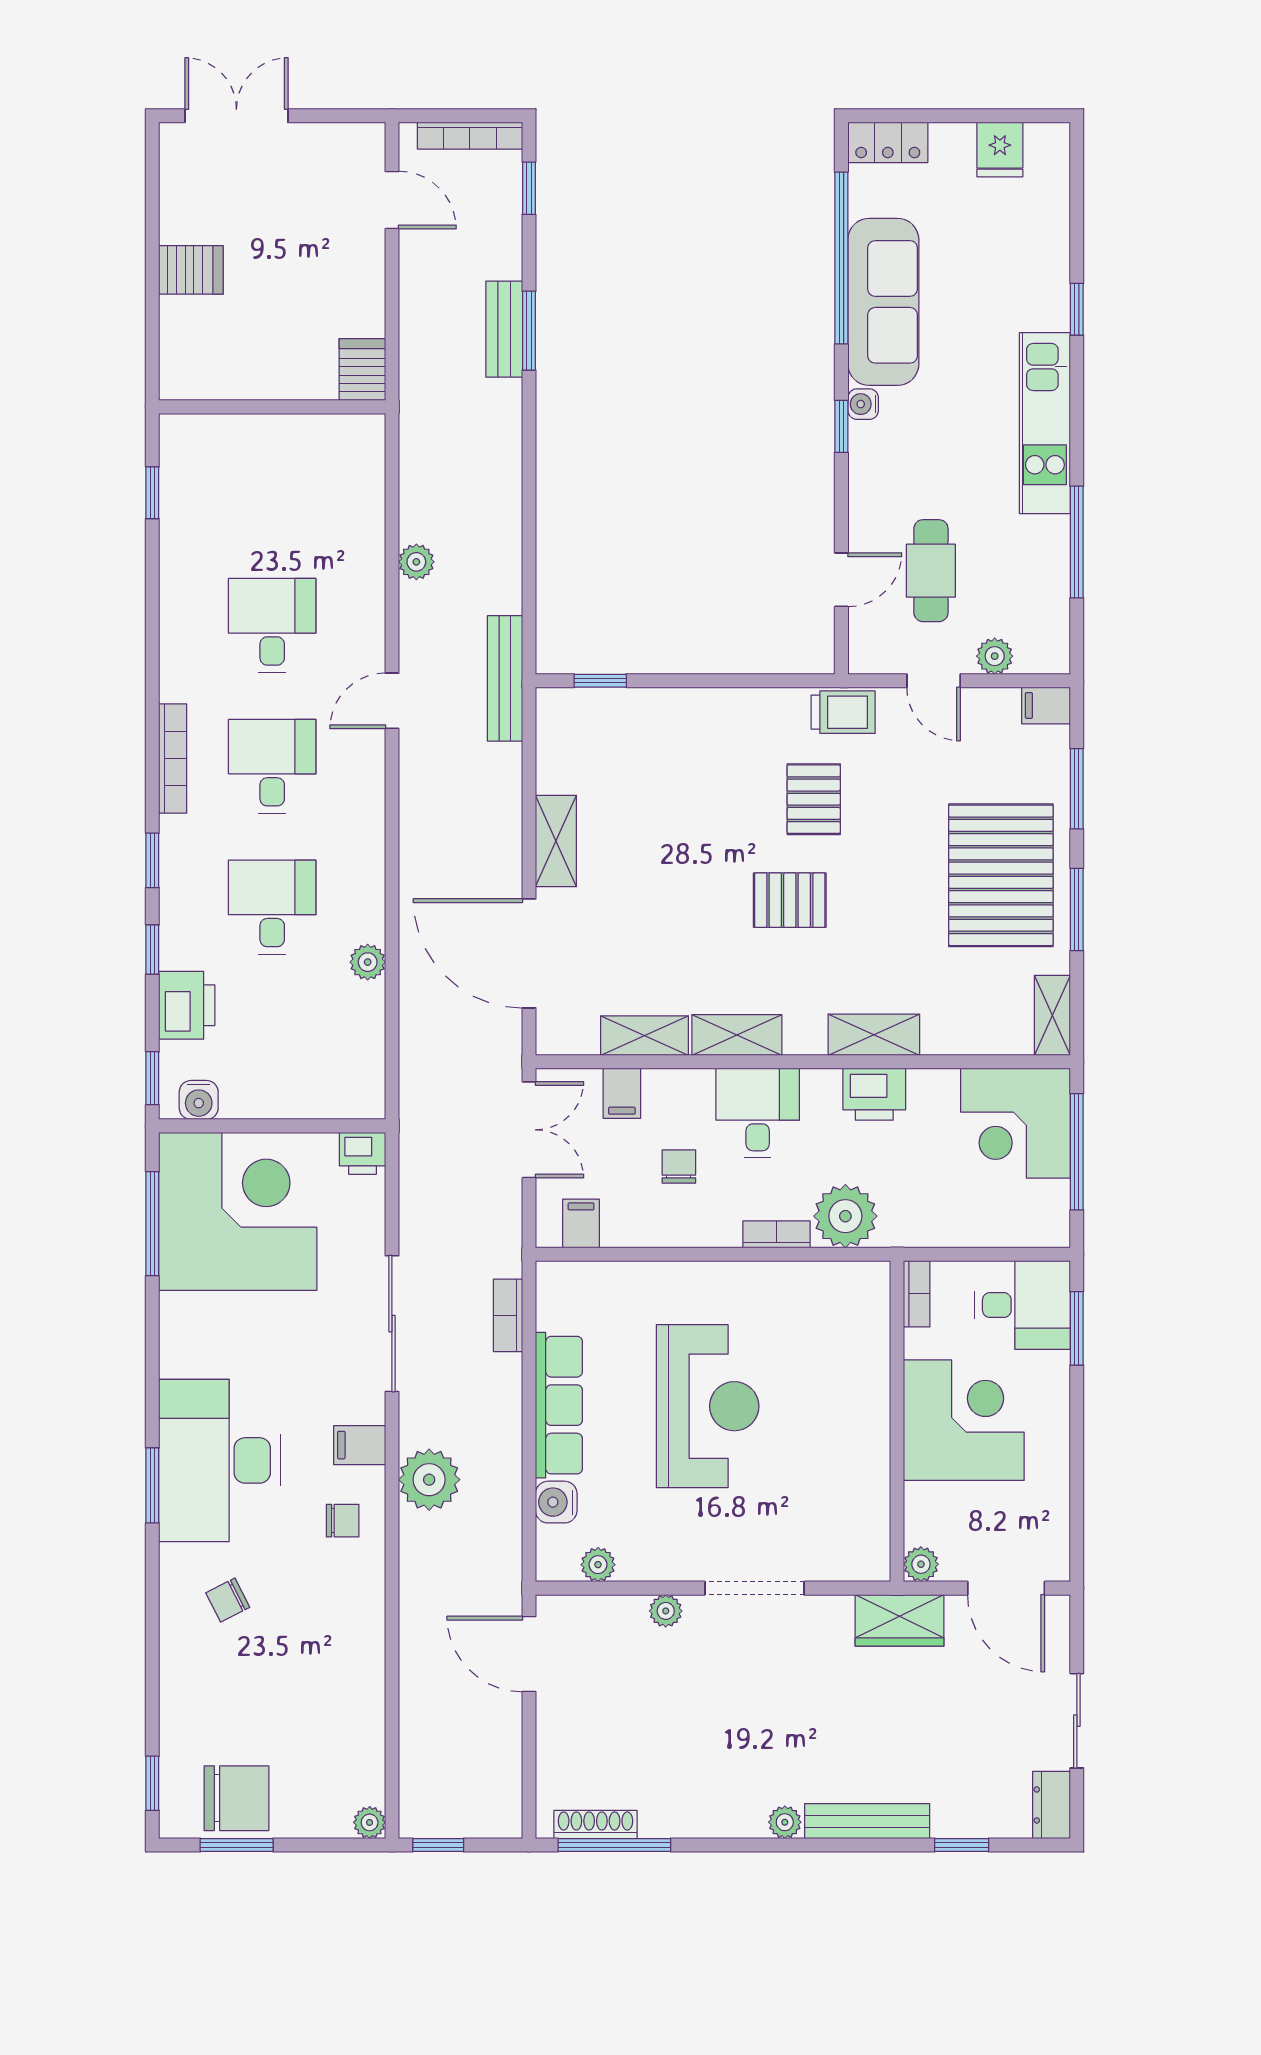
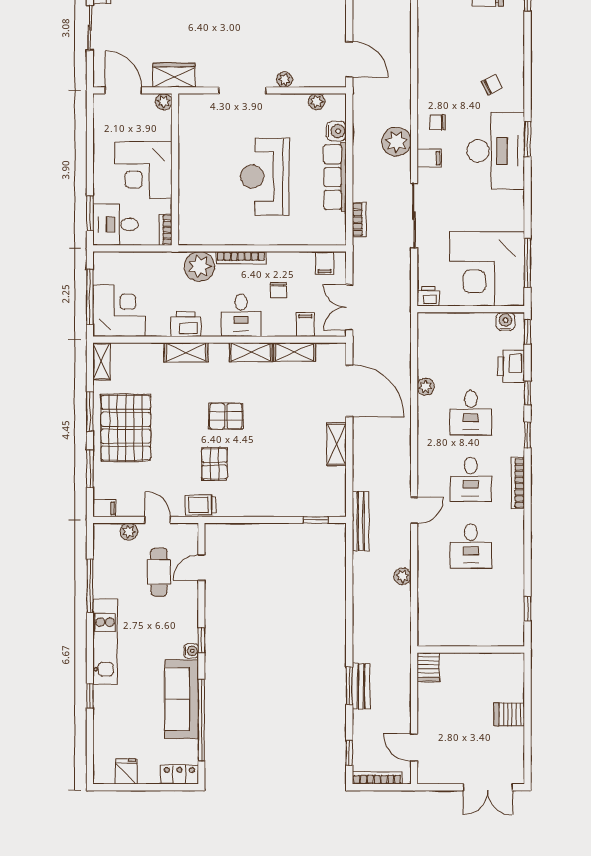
bookcase: (777, 1234) -> (241, 258), width x1.56

